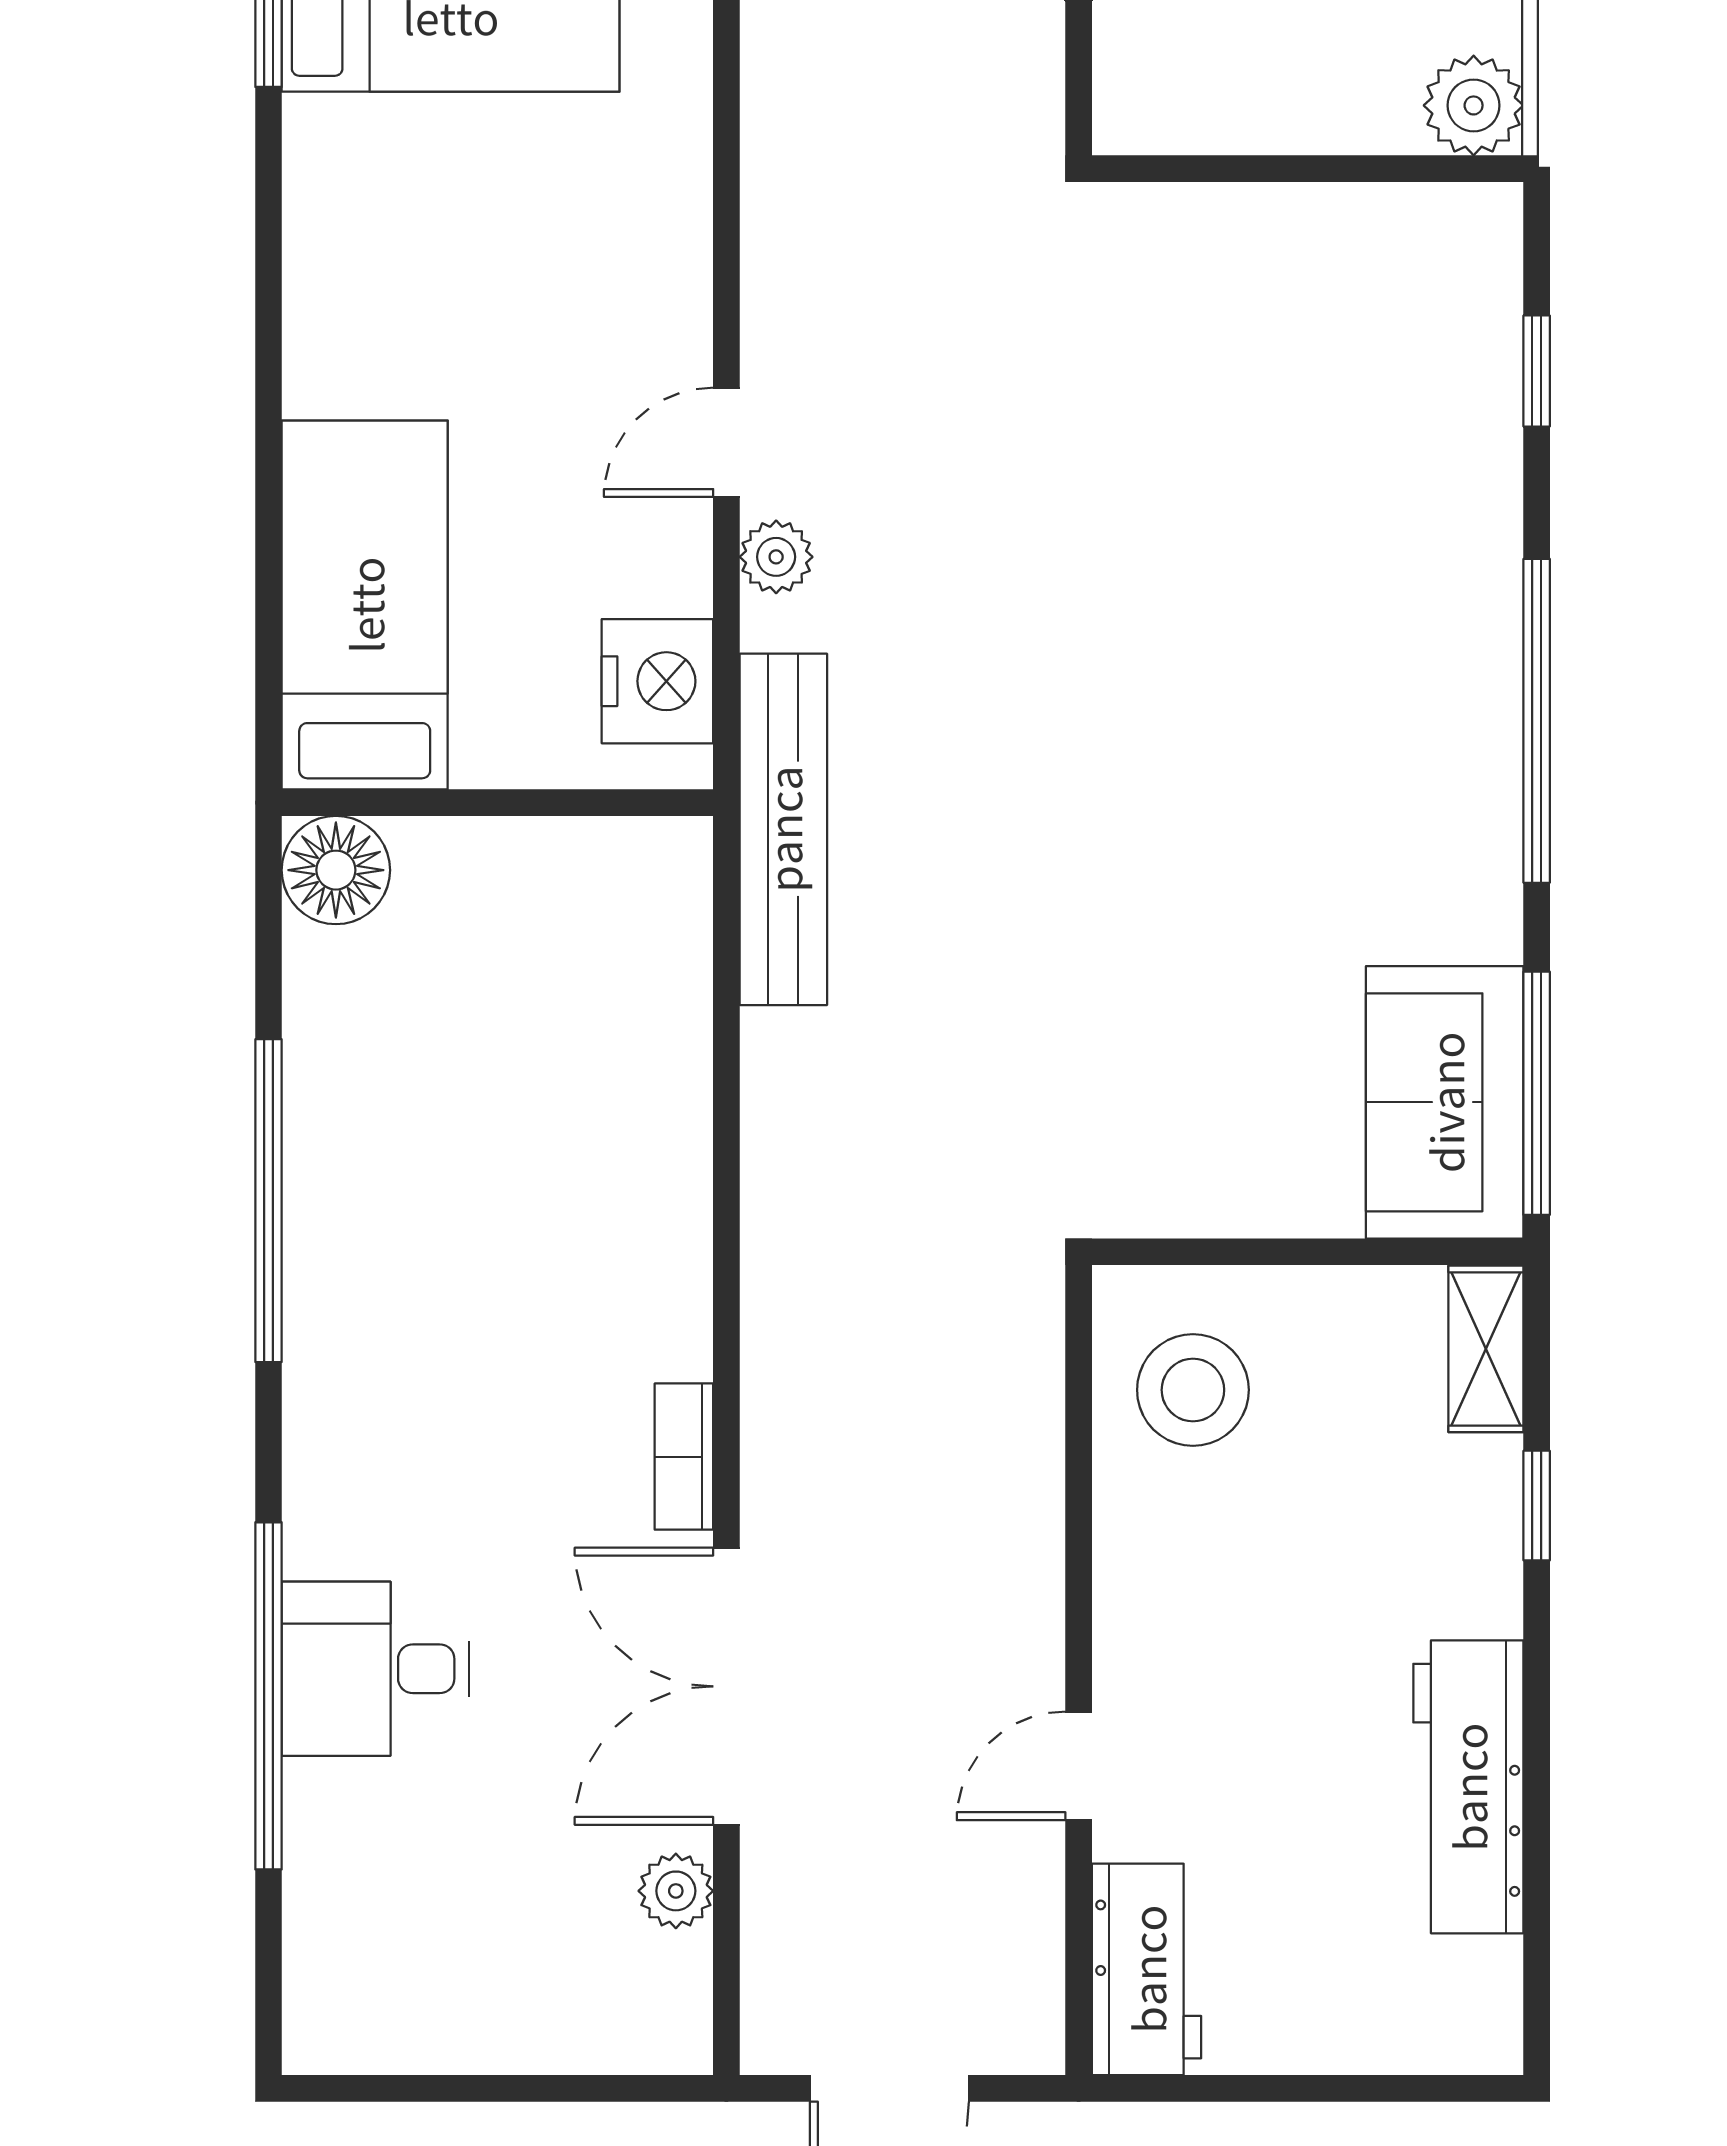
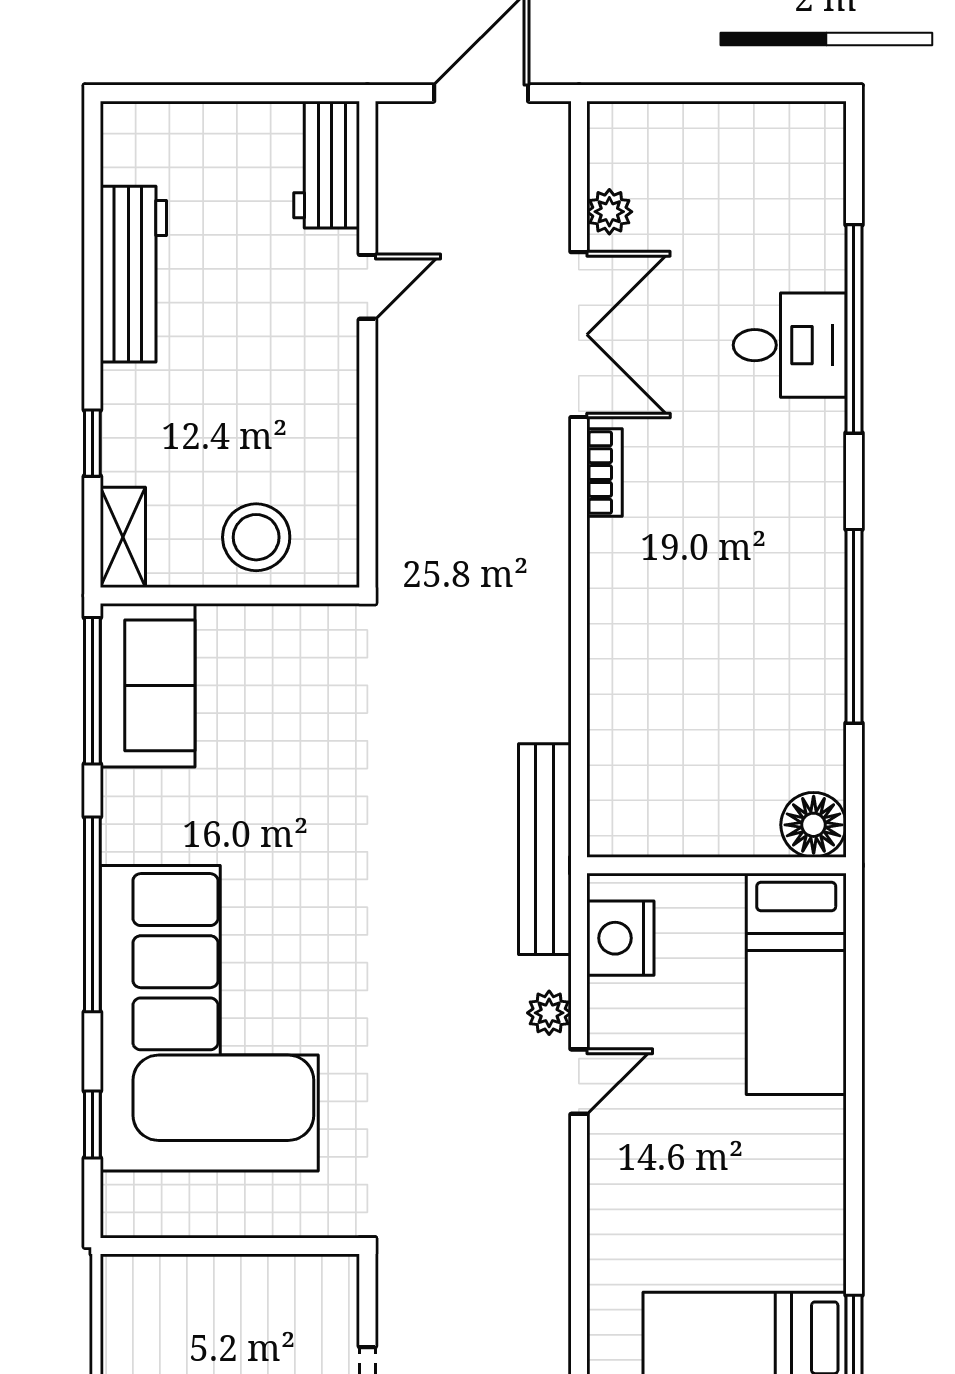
plant: (1474, 105) -> (130, 1284), removed
corner sofa: (1342, 548) -> (209, 1018), added
stool: (1193, 1390) -> (256, 537), moved

